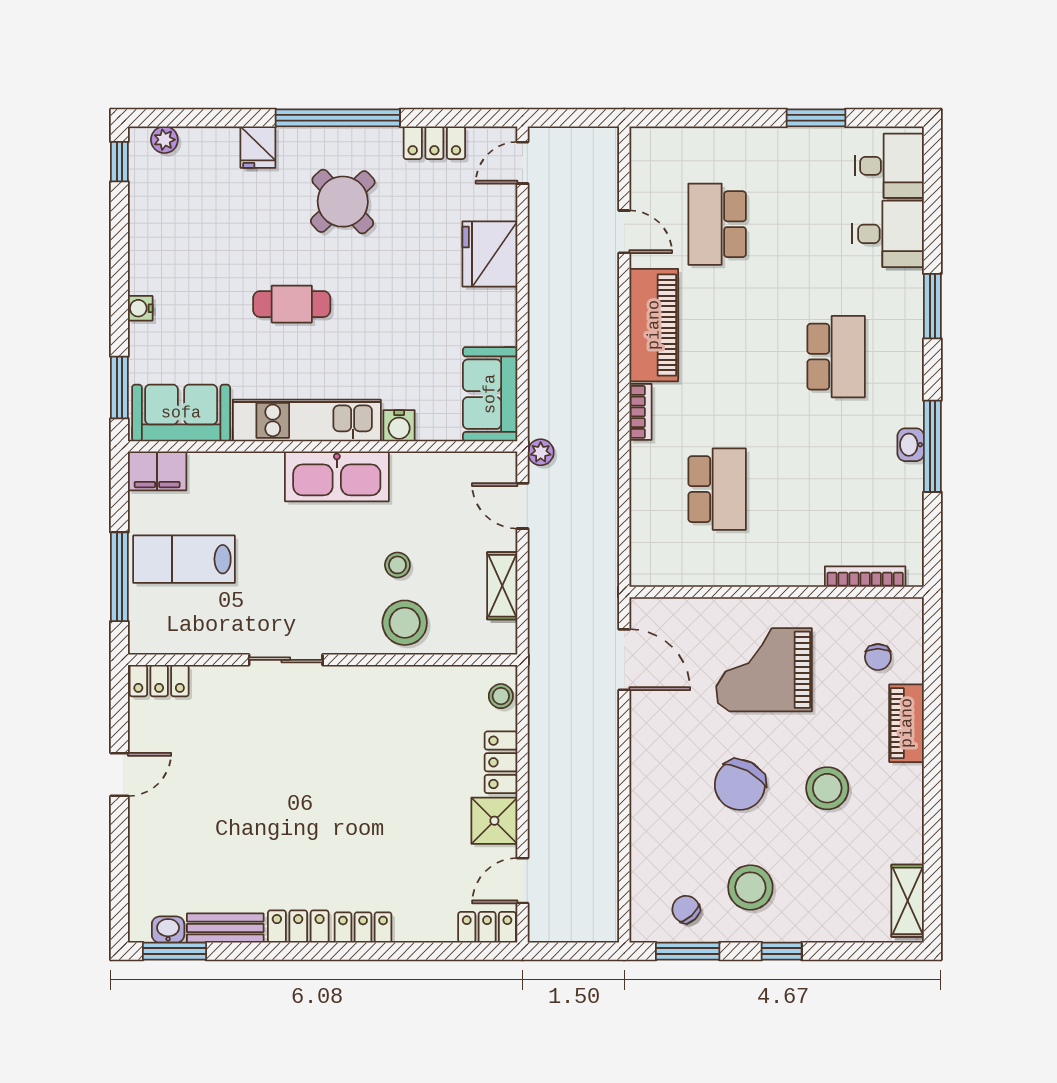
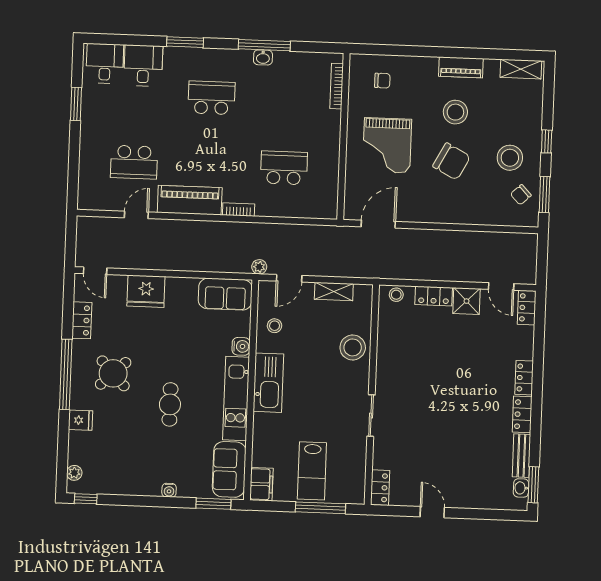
stool: (397, 565) -> (275, 326), moved
piano: (907, 723) -> (461, 67), moved

